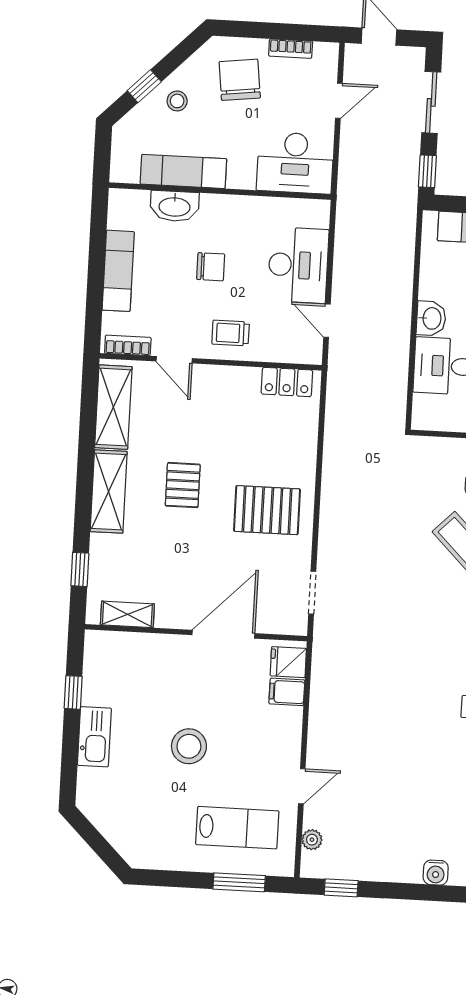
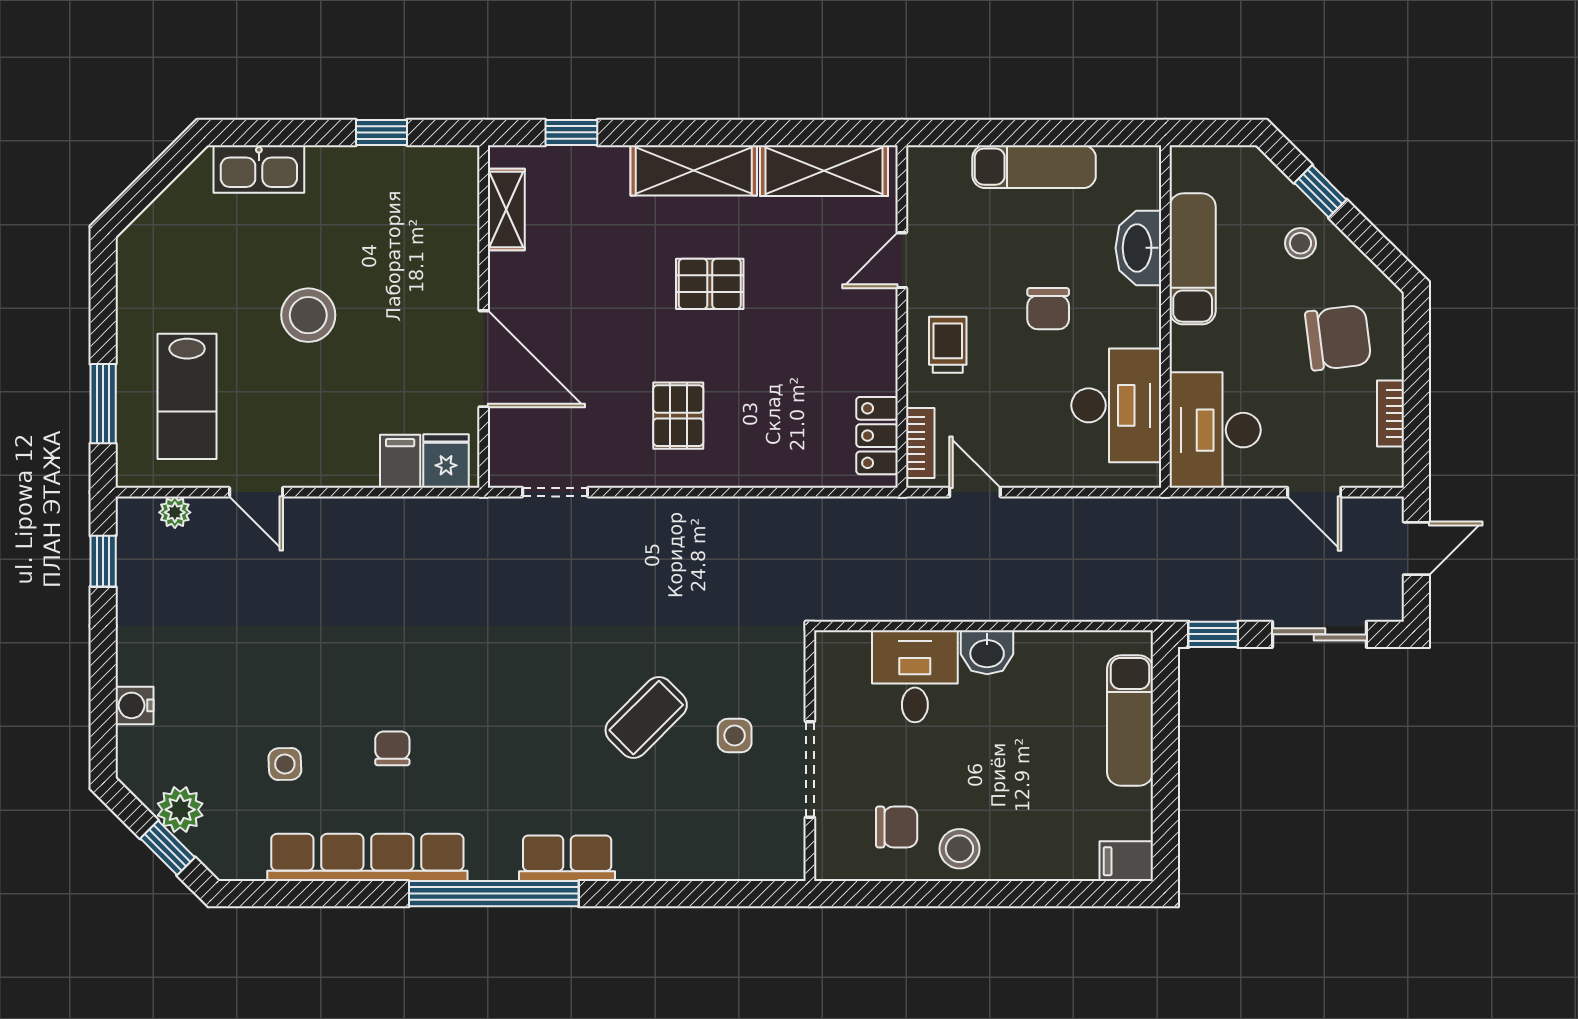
desk: (298, 265) -> (1116, 405), moved, turned -90
door: (327, 321) -> (975, 492), hinge flipped
bookcase: (128, 345) -> (920, 443), moved
pallet: (267, 510) -> (678, 416), width x0.67, depth x0.71
kitchen sink: (94, 737) -> (259, 169), moved

